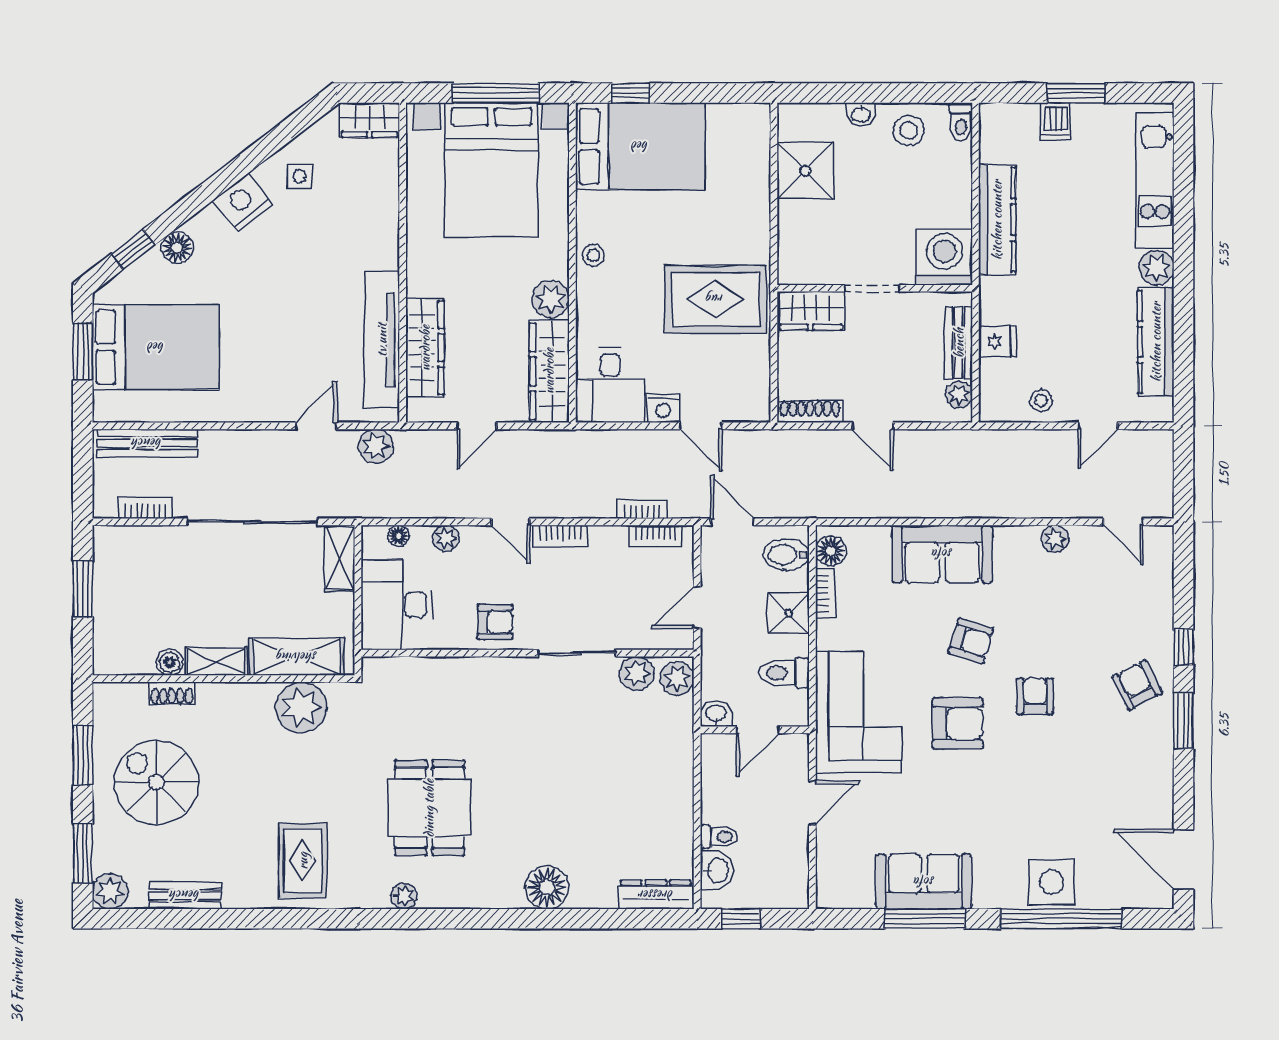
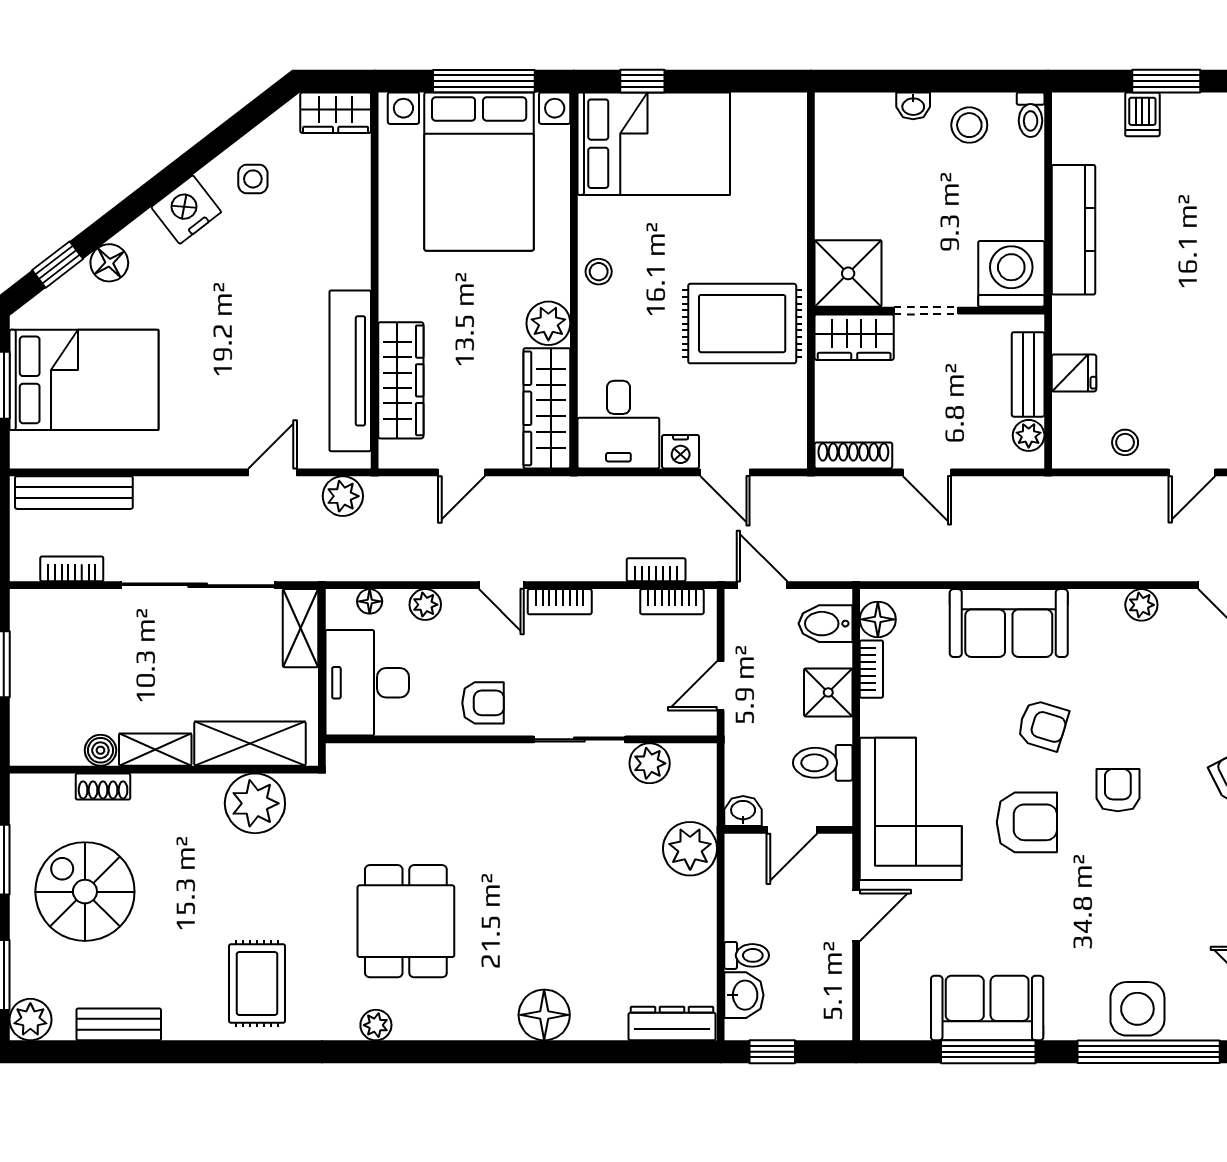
shower: (805, 171) -> (848, 273), moved
plant: (677, 678) -> (690, 849), moved, width x1.36, depth x1.36

